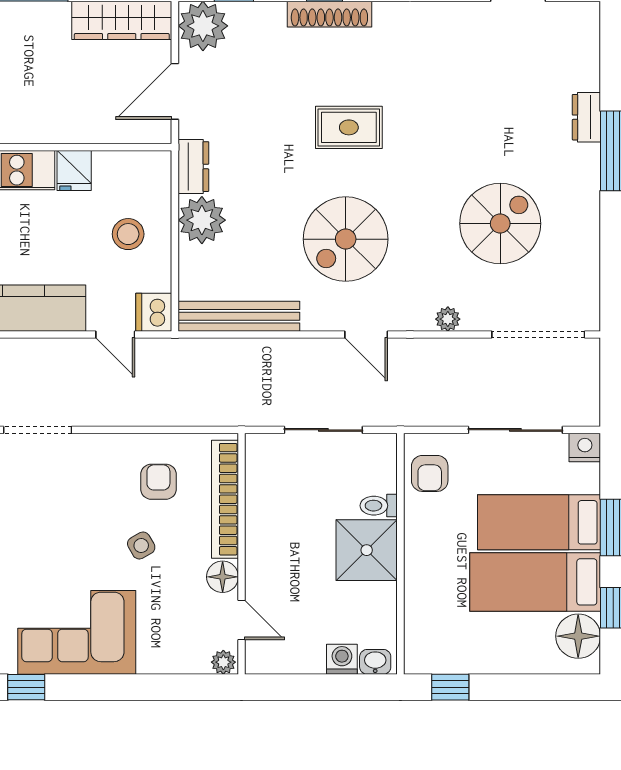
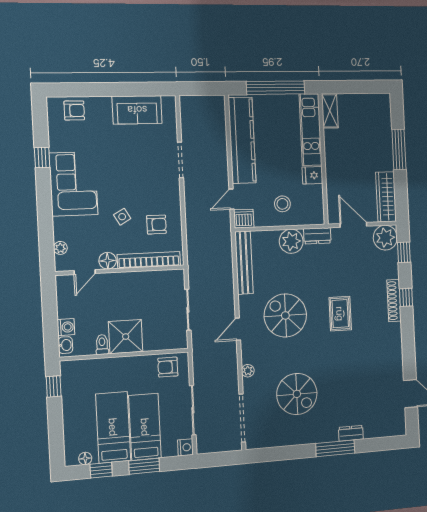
toilet: (379, 506) -> (102, 345), moved
floor lamp: (578, 636) -> (85, 458), width x0.53, depth x0.53
plant: (223, 662) -> (60, 248), moved

